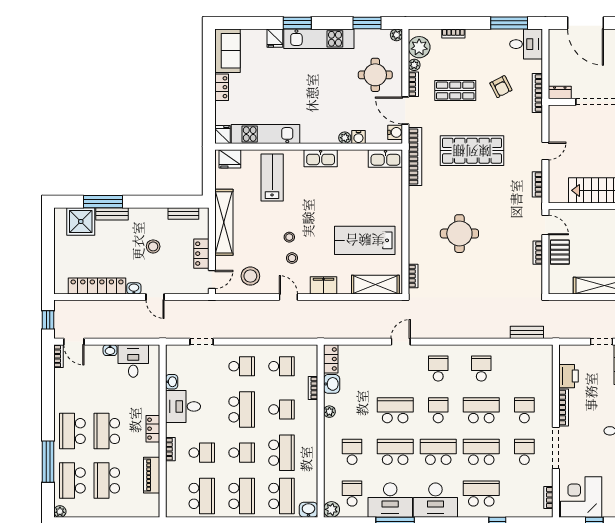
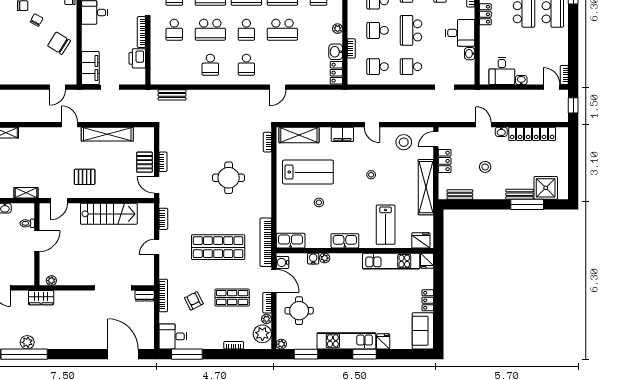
stool: (292, 258) -> (319, 202), moved

